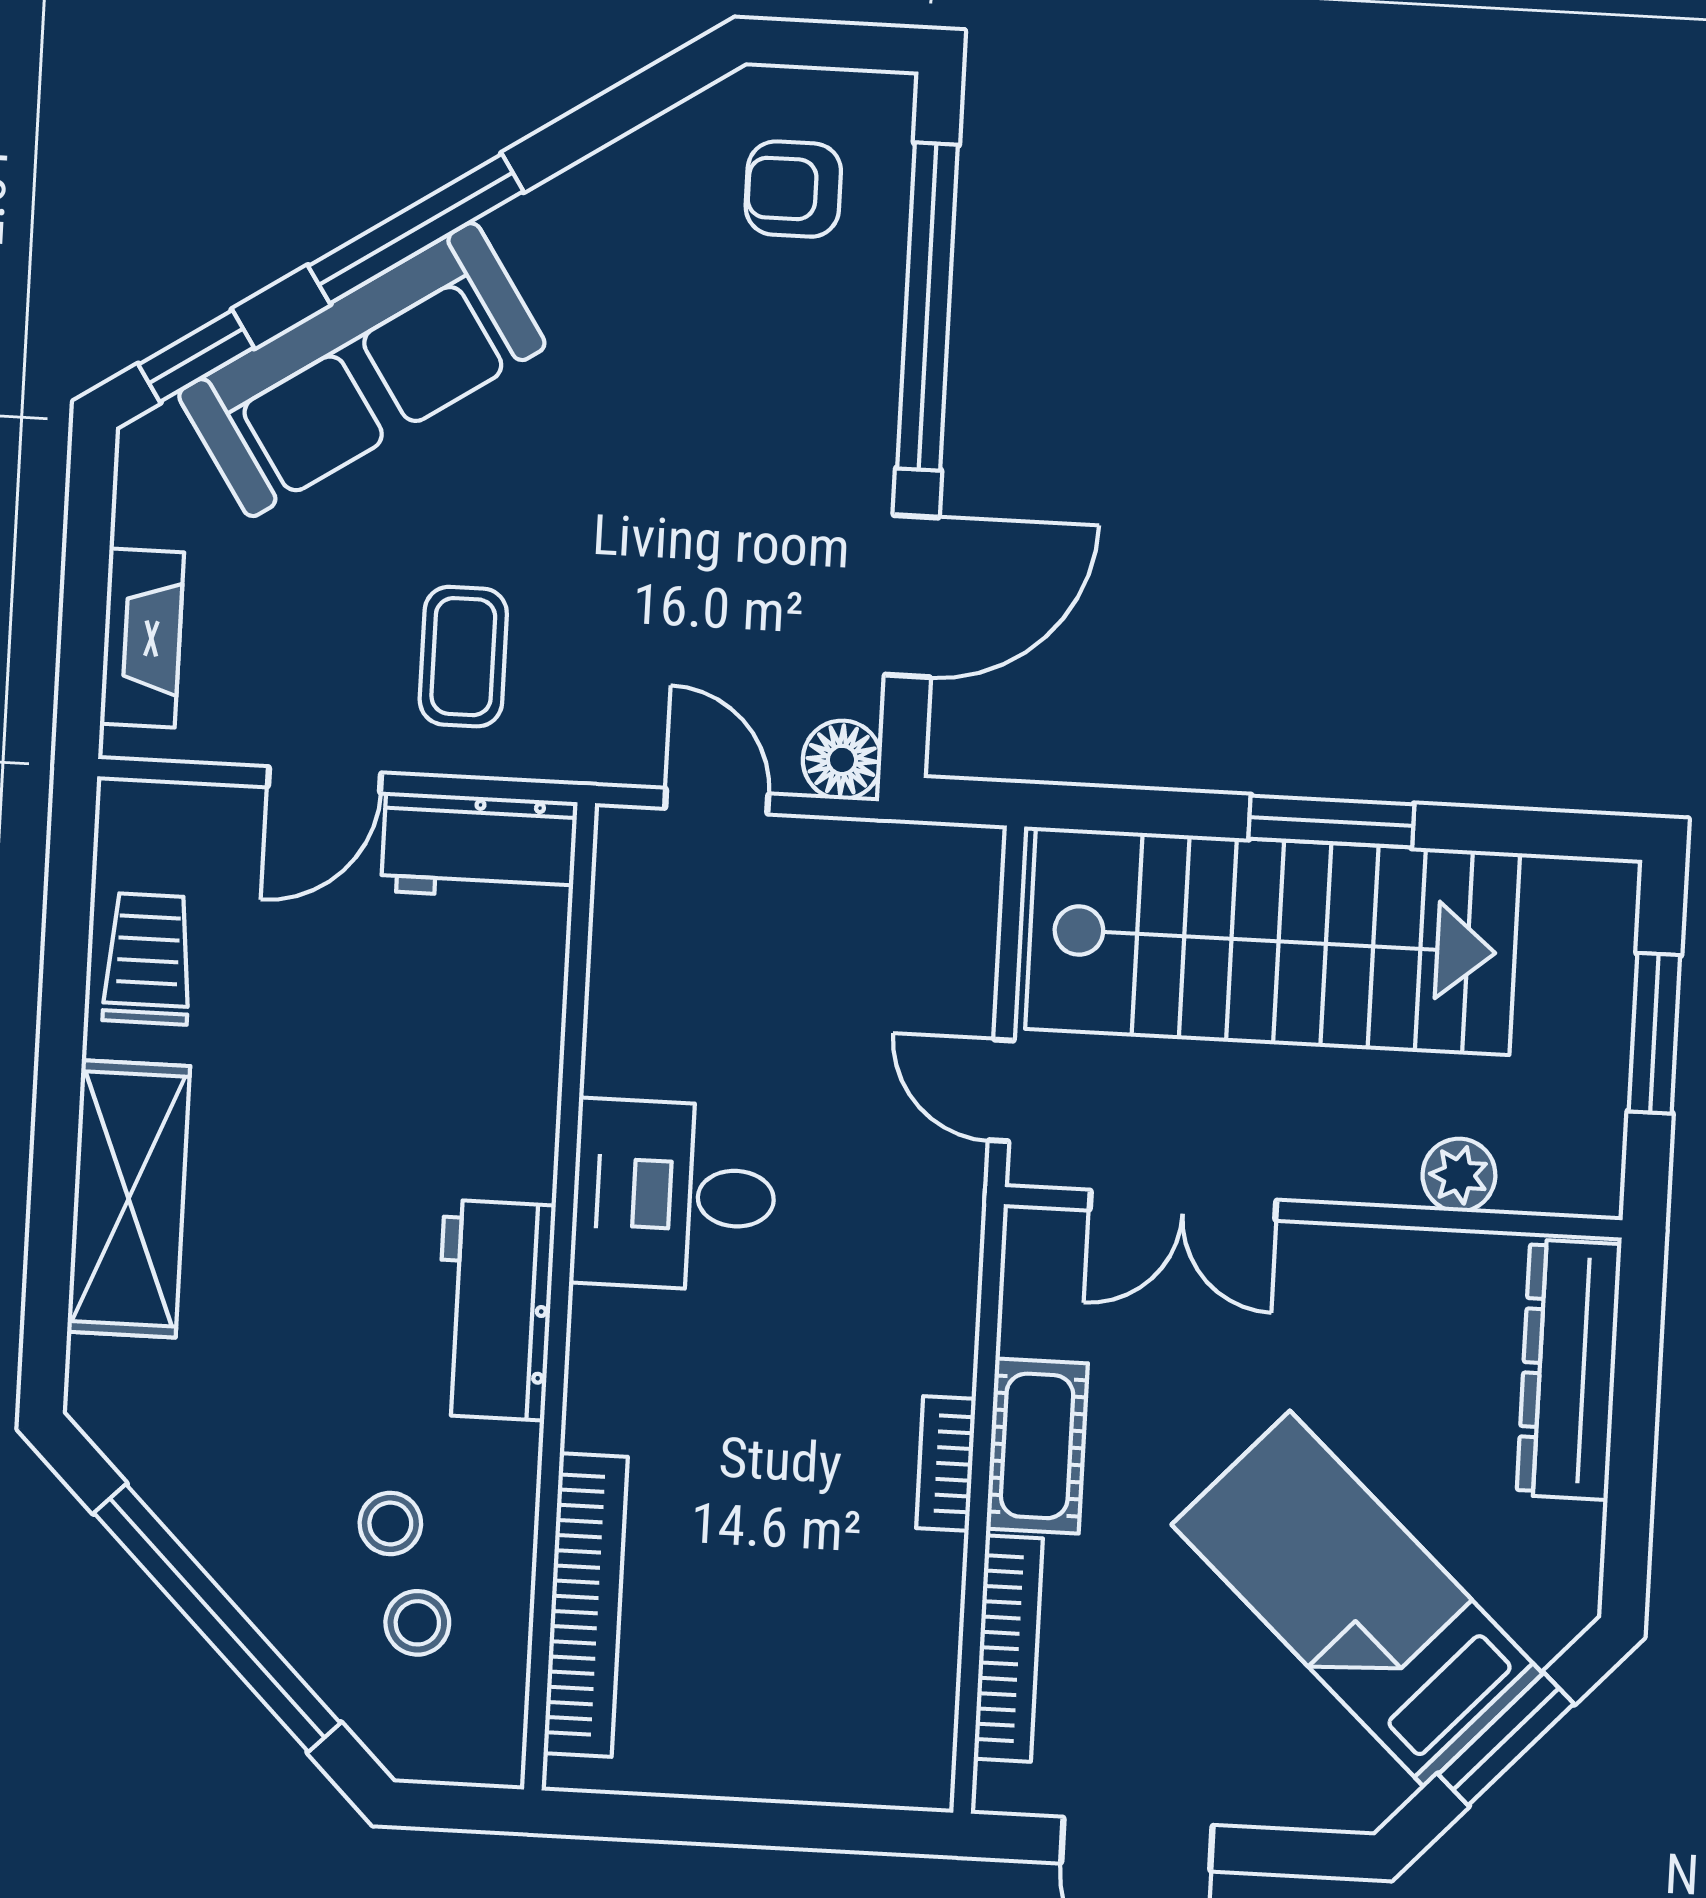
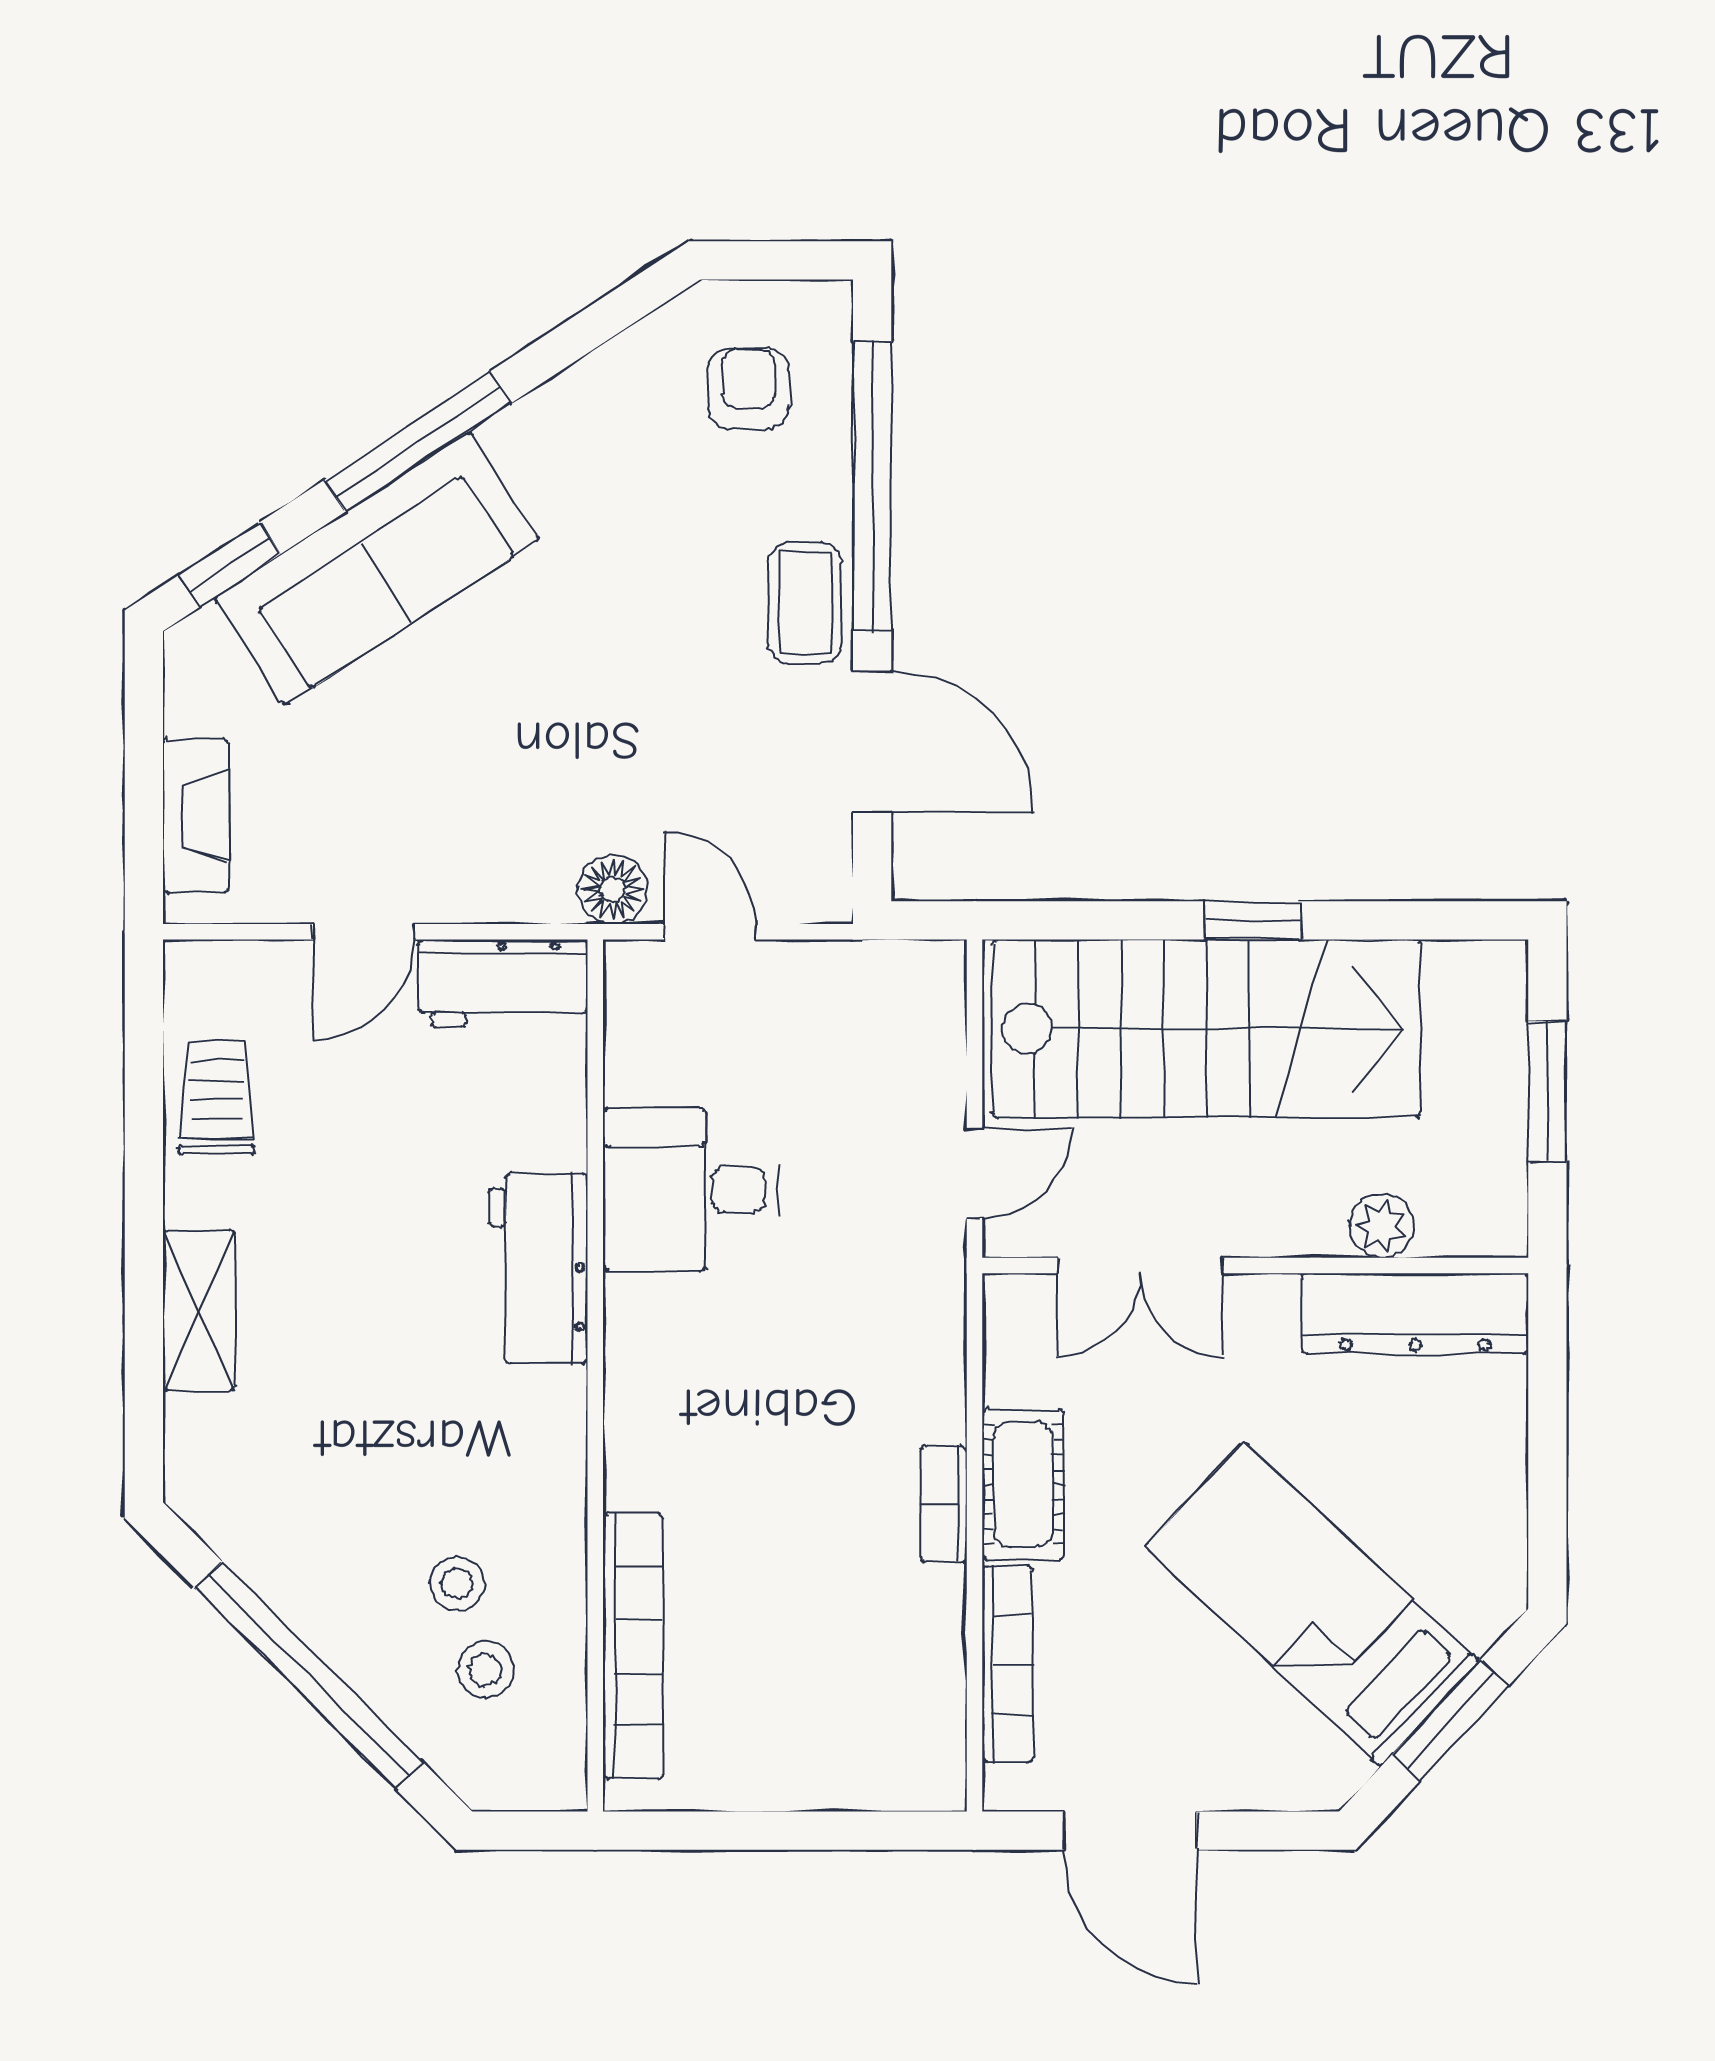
armchair: (793, 189) -> (748, 389), turned 90
door: (912, 596) -> (872, 742), hinge flipped
coffee table: (463, 657) -> (805, 603), moved
floor lamp: (842, 760) -> (613, 889), moved
window: (1331, 822) -> (1253, 920), width x0.67
door: (1001, 1090) -> (975, 1173), swing flipped
desk: (674, 1195) -> (691, 1189), moved
shelving: (129, 1199) -> (199, 1310), width x0.67, depth x0.75
workbench: (495, 1310) -> (539, 1269), moved
dresser: (1569, 1370) -> (1415, 1313), moved, turned -90

